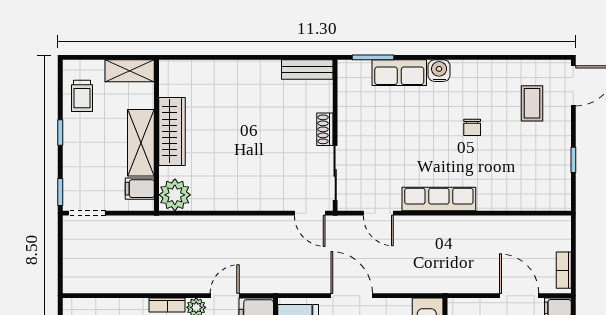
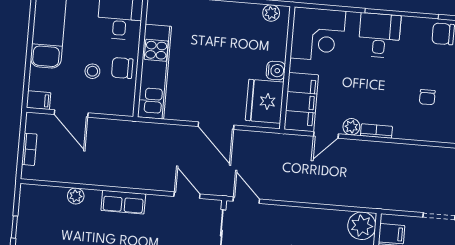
row of seats: (439, 199) -> (123, 202), width x0.68
plant: (506, 201) -> (76, 196), added
bookcase: (564, 270) -> (29, 149), moved

